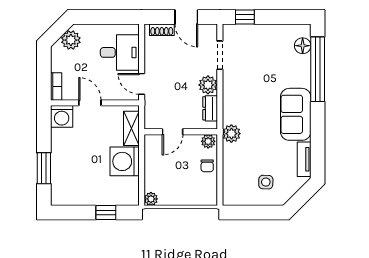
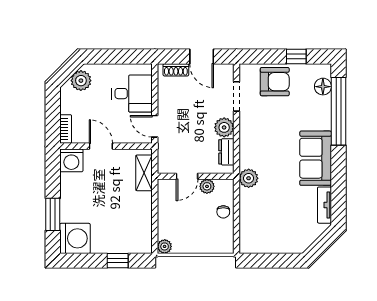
window: (245, 17) -> (296, 57), moved
armchair: (256, 41) -> (275, 82), added
plant: (208, 141) -> (207, 186), moved
washing machine: (125, 161) -> (75, 238), moved, turned 180
side table: (266, 182) -> (284, 229), removed

